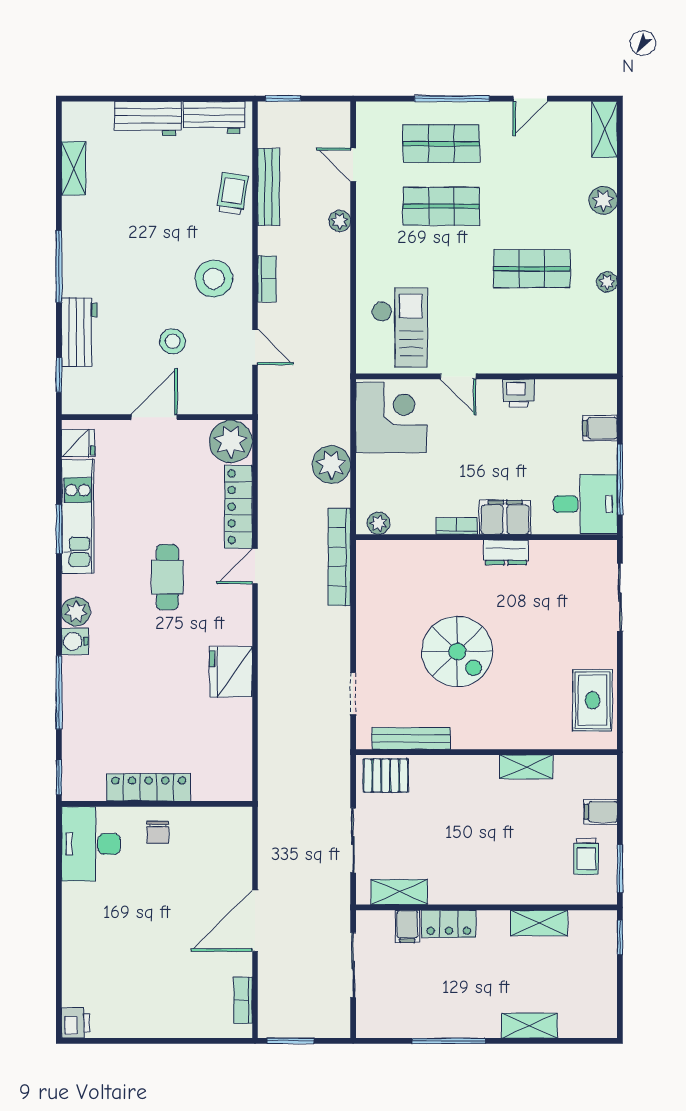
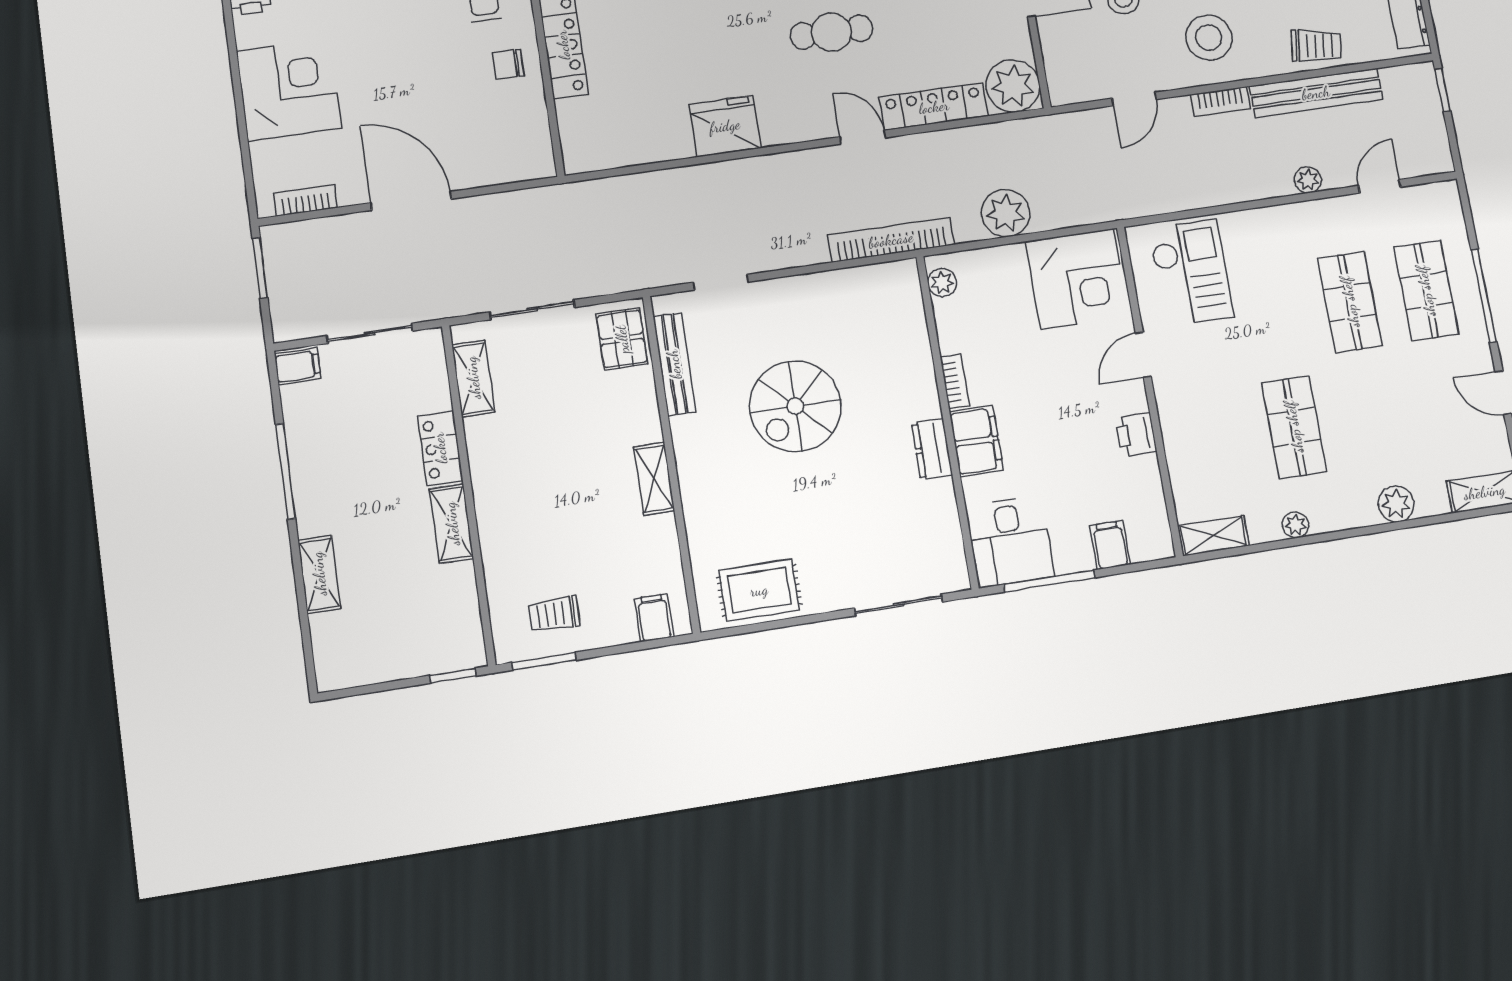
bench: (269, 187) -> (1316, 93), width x1.37, depth x1.21
checkout: (400, 327) -> (1191, 273), turned -90
shelving: (605, 347) -> (1213, 536), added
shelving: (526, 767) -> (654, 479), moved
filing cabinet: (601, 812) -> (654, 618), moved
shelving: (539, 923) -> (452, 524), moved
filing cabinet: (407, 926) -> (298, 366), moved, turned 180
corner desk: (154, 1002) -> (289, 90), added

